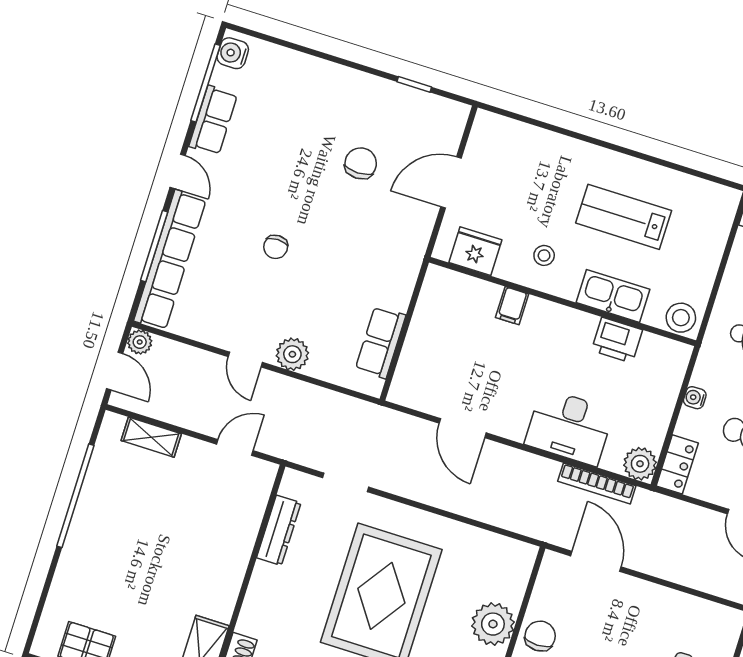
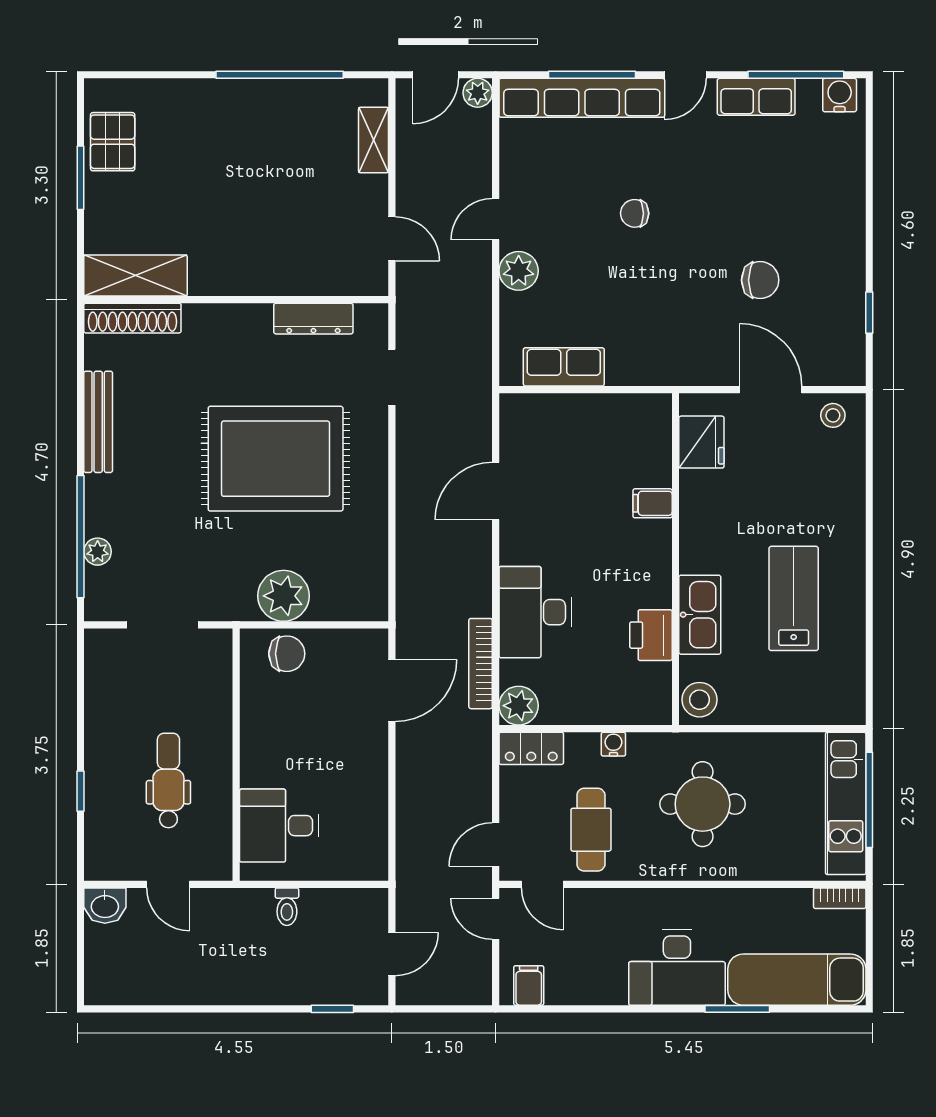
stool: (544, 255) -> (833, 415), moved

